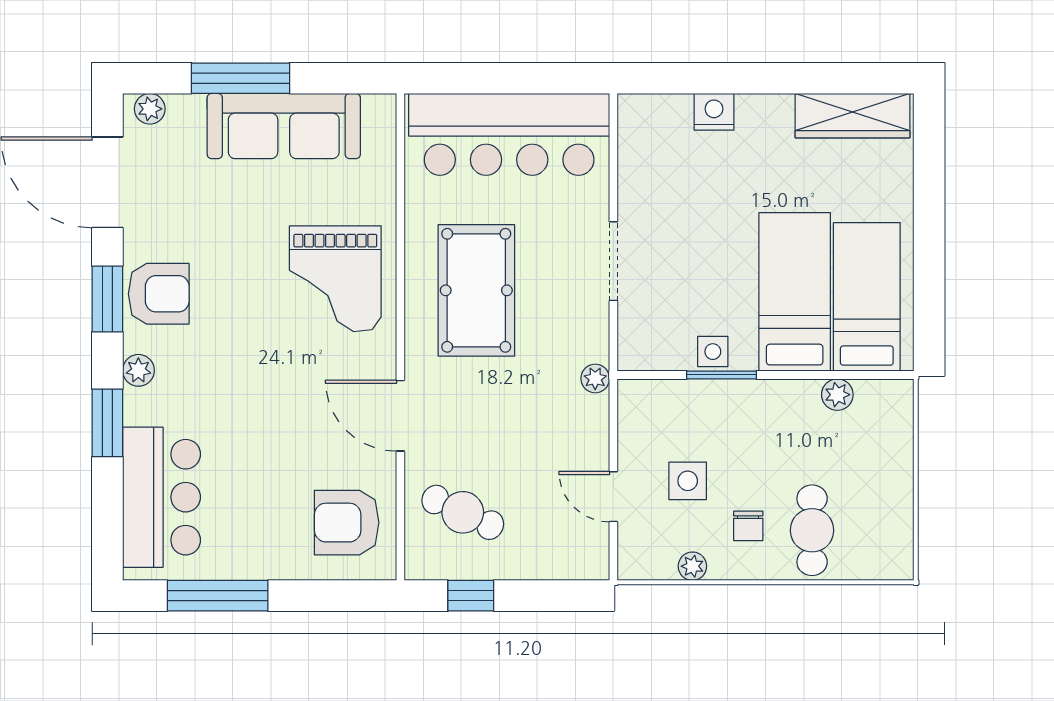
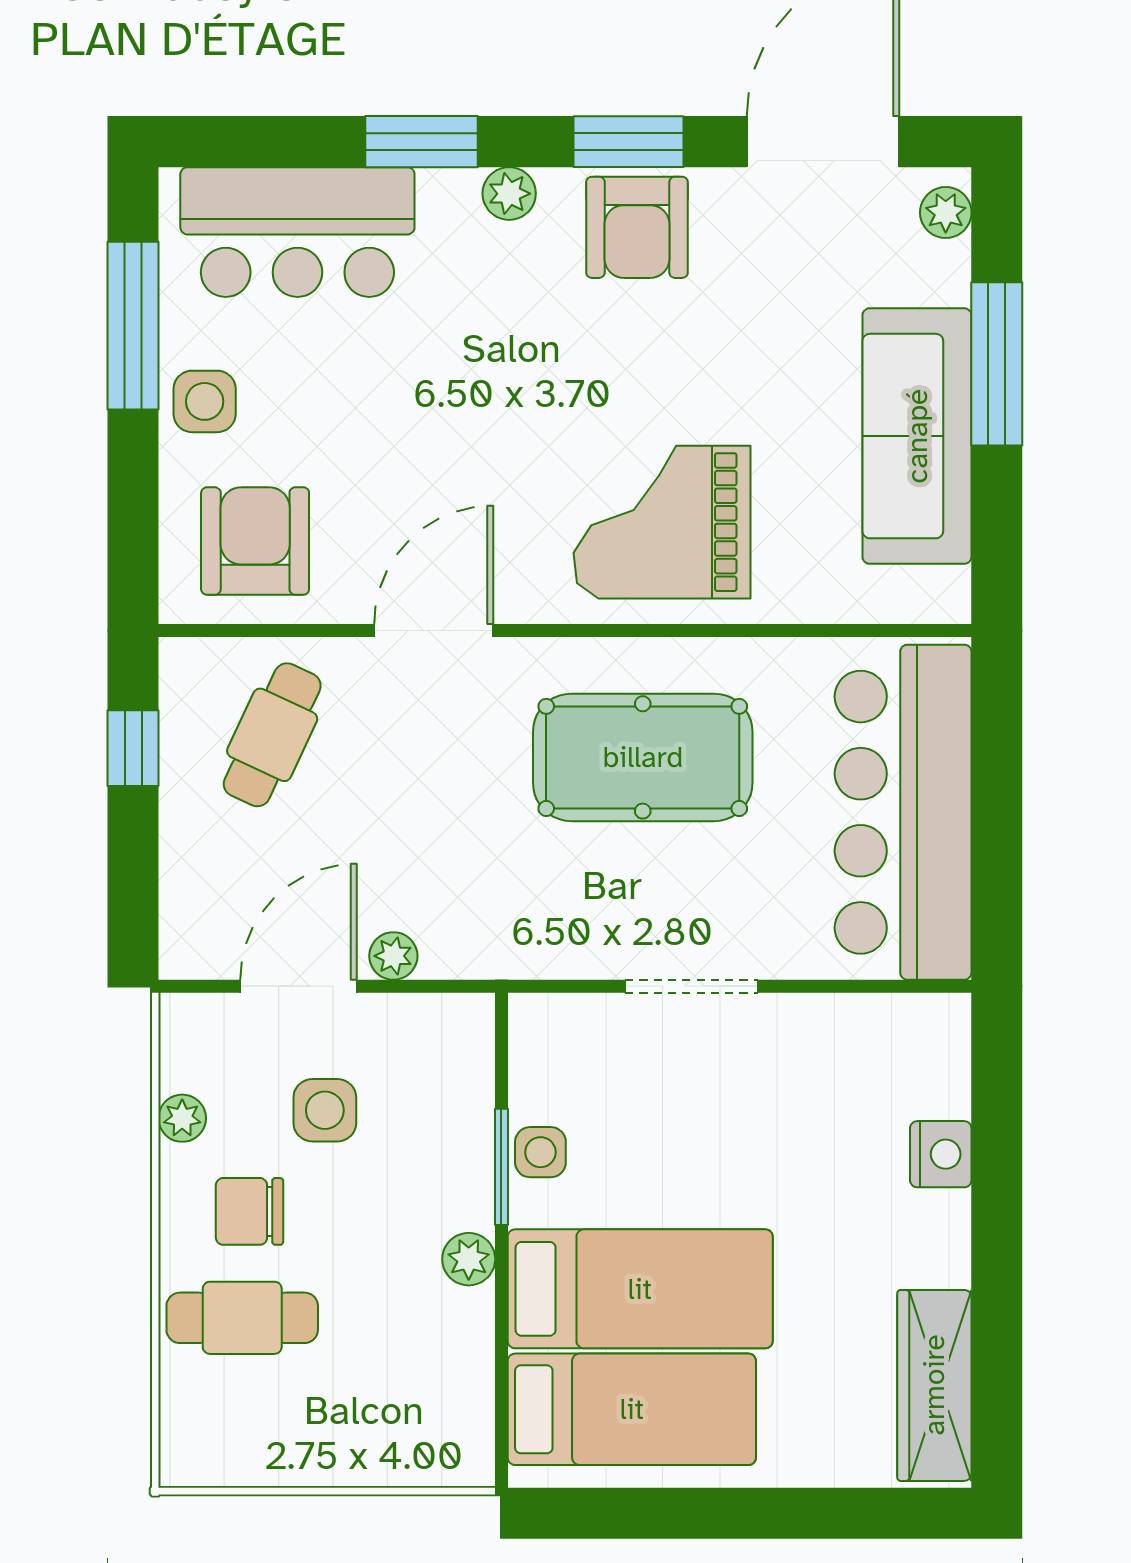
plant: (595, 378) -> (393, 956), moved
plant: (837, 395) -> (469, 1259), moved
door: (613, 497) -> (298, 986), width x1.38
chair: (748, 526) -> (250, 1211), width x1.37, depth x1.37
side table: (263, 553) -> (205, 401), added

